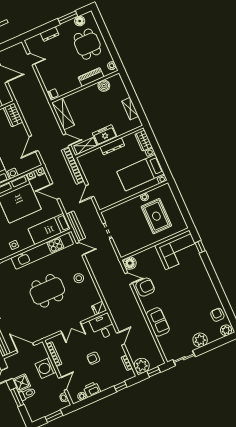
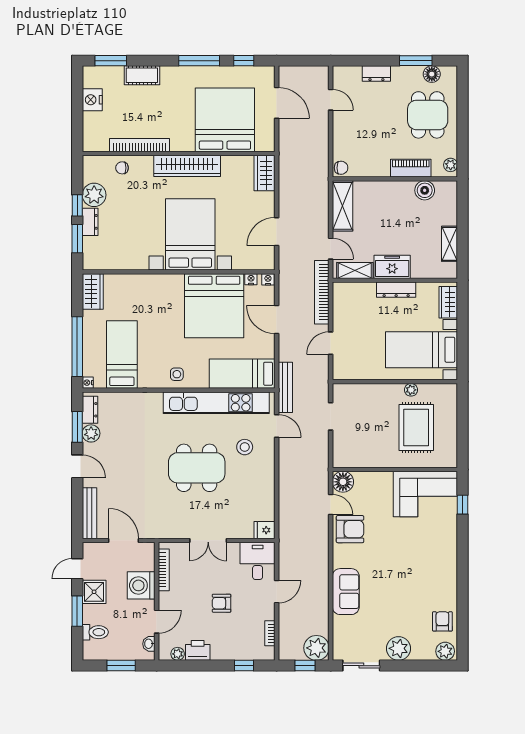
stool: (79, 278) -> (245, 447), moved
plant: (142, 366) -> (316, 648), moved
toilet: (27, 394) -> (95, 632), moved

